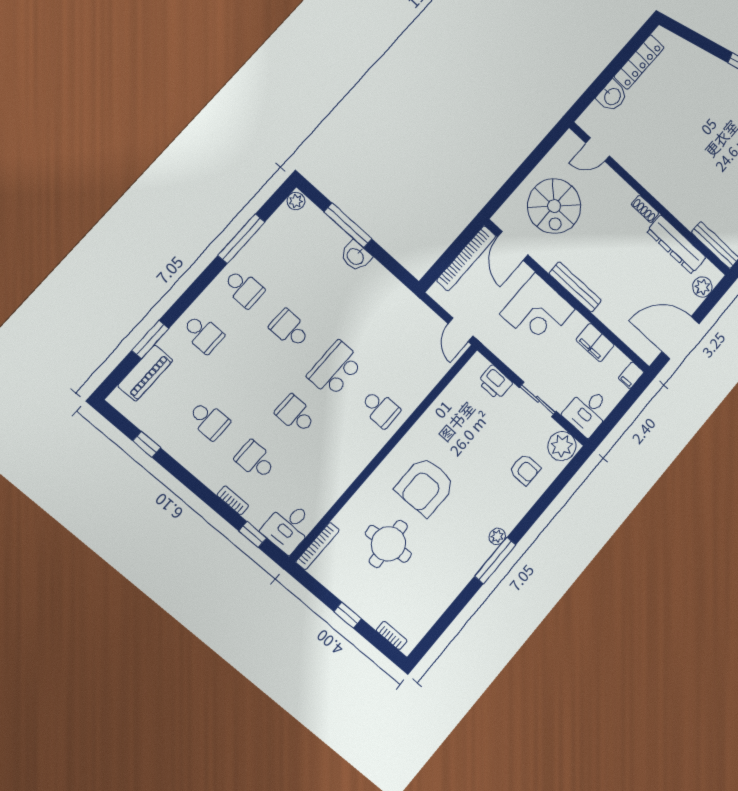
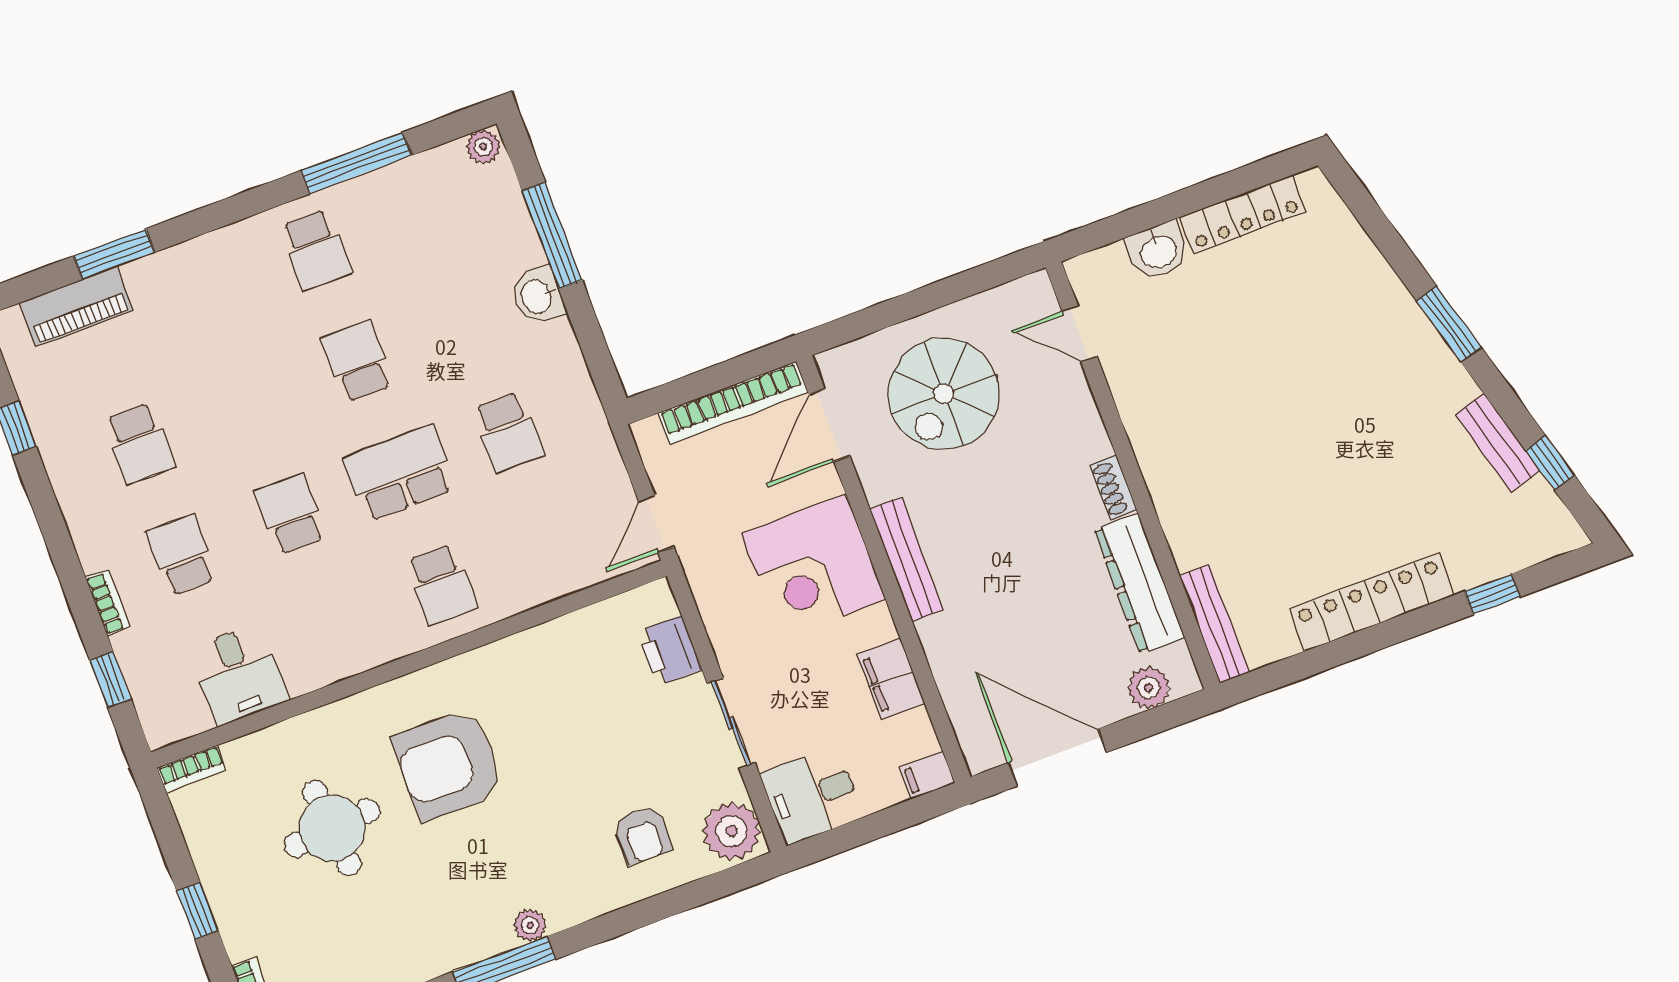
school desk: (203, 334) -> (508, 432), moved
desk: (288, 527) -> (239, 674), moved, turned -90
bookcase: (318, 546) -> (192, 769), width x0.64

